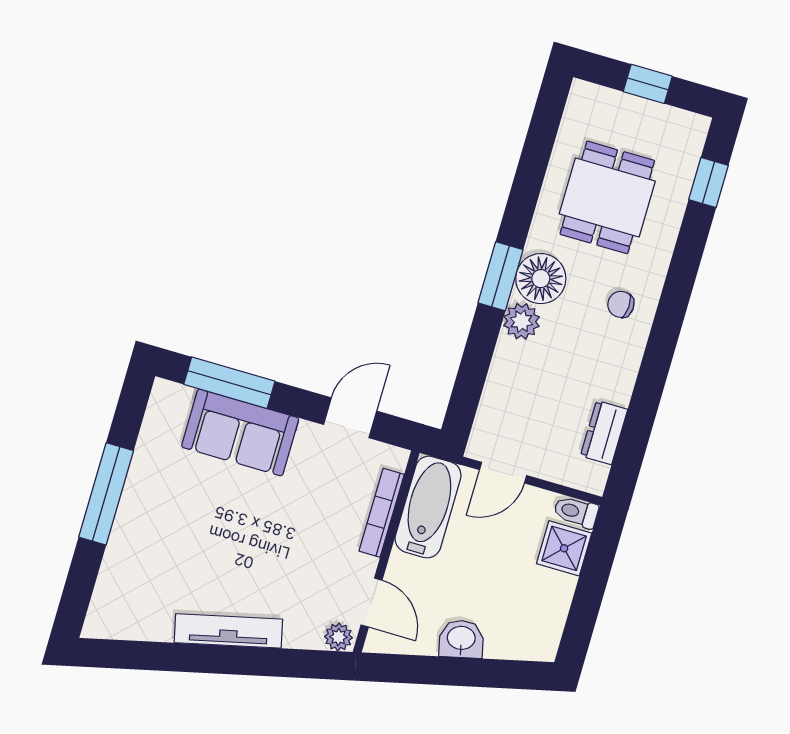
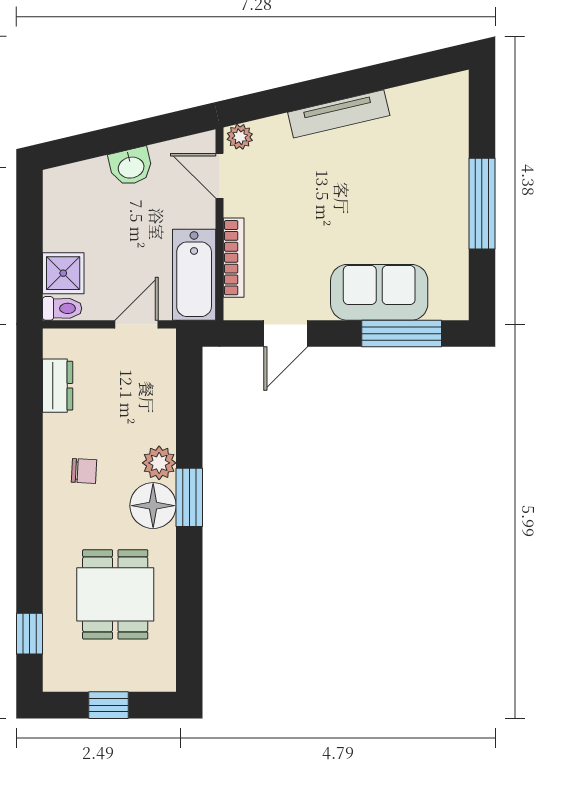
chair: (621, 304) -> (84, 471), moved

